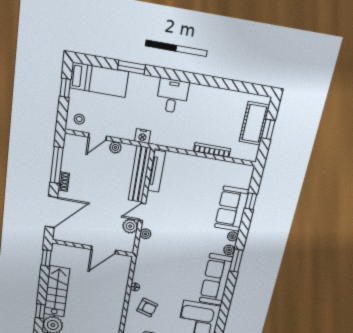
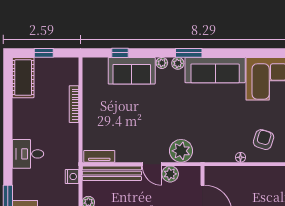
cot: (254, 123) -> (23, 78), moved, turned 90
tv unit: (156, 171) -> (99, 156), width x0.71
plant: (145, 234) -> (181, 151), width x1.88, depth x1.88

